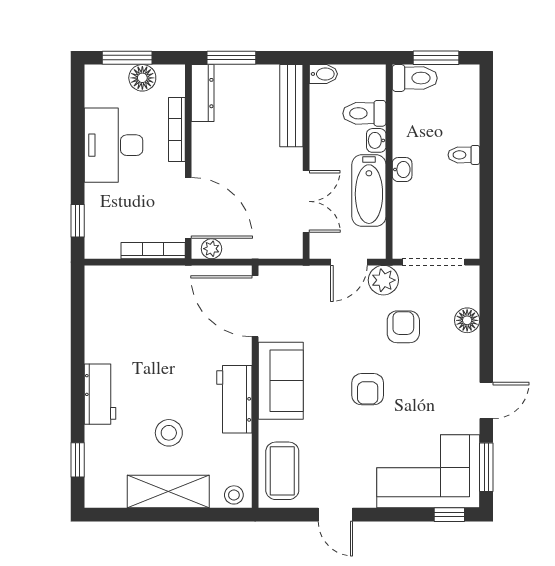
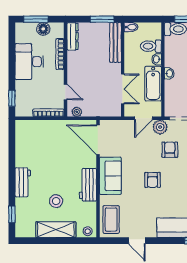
window: (231, 58) -> (102, 19), moved
door: (188, 208) -> (65, 92), width x0.53

